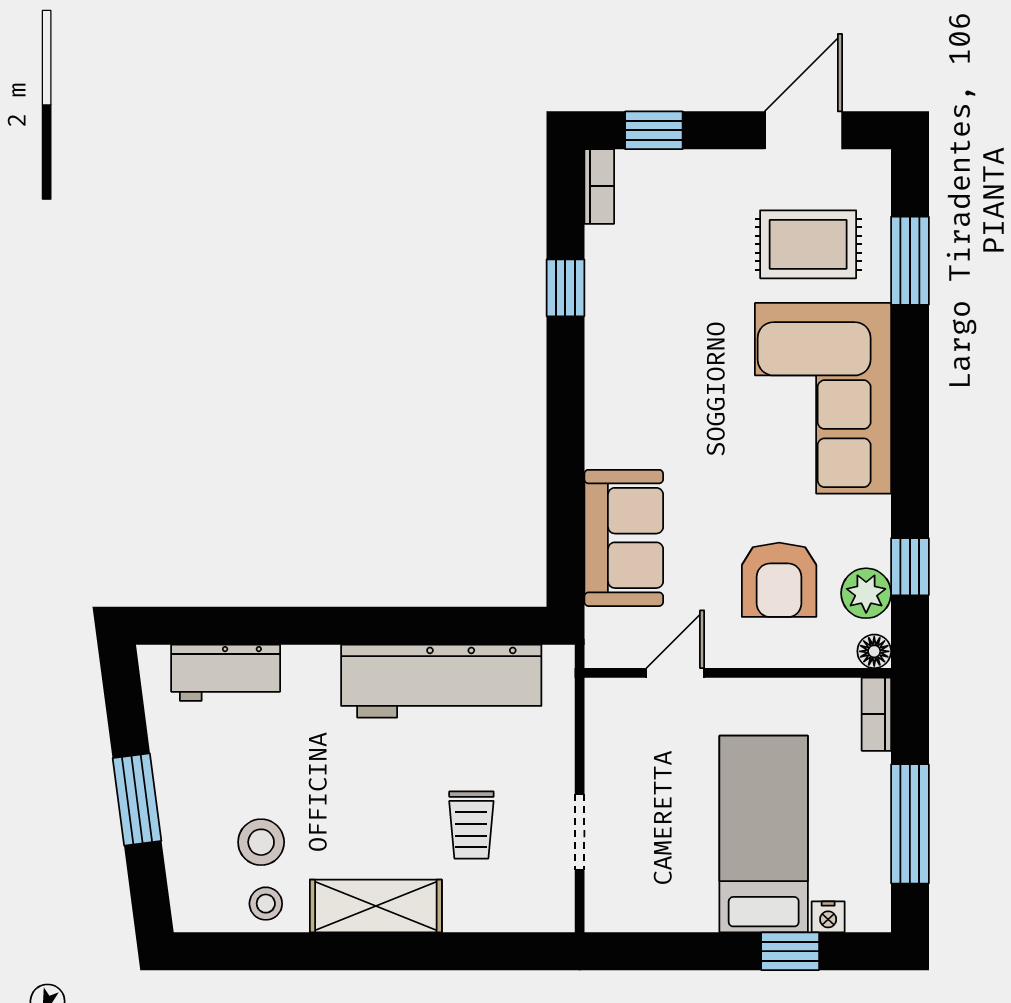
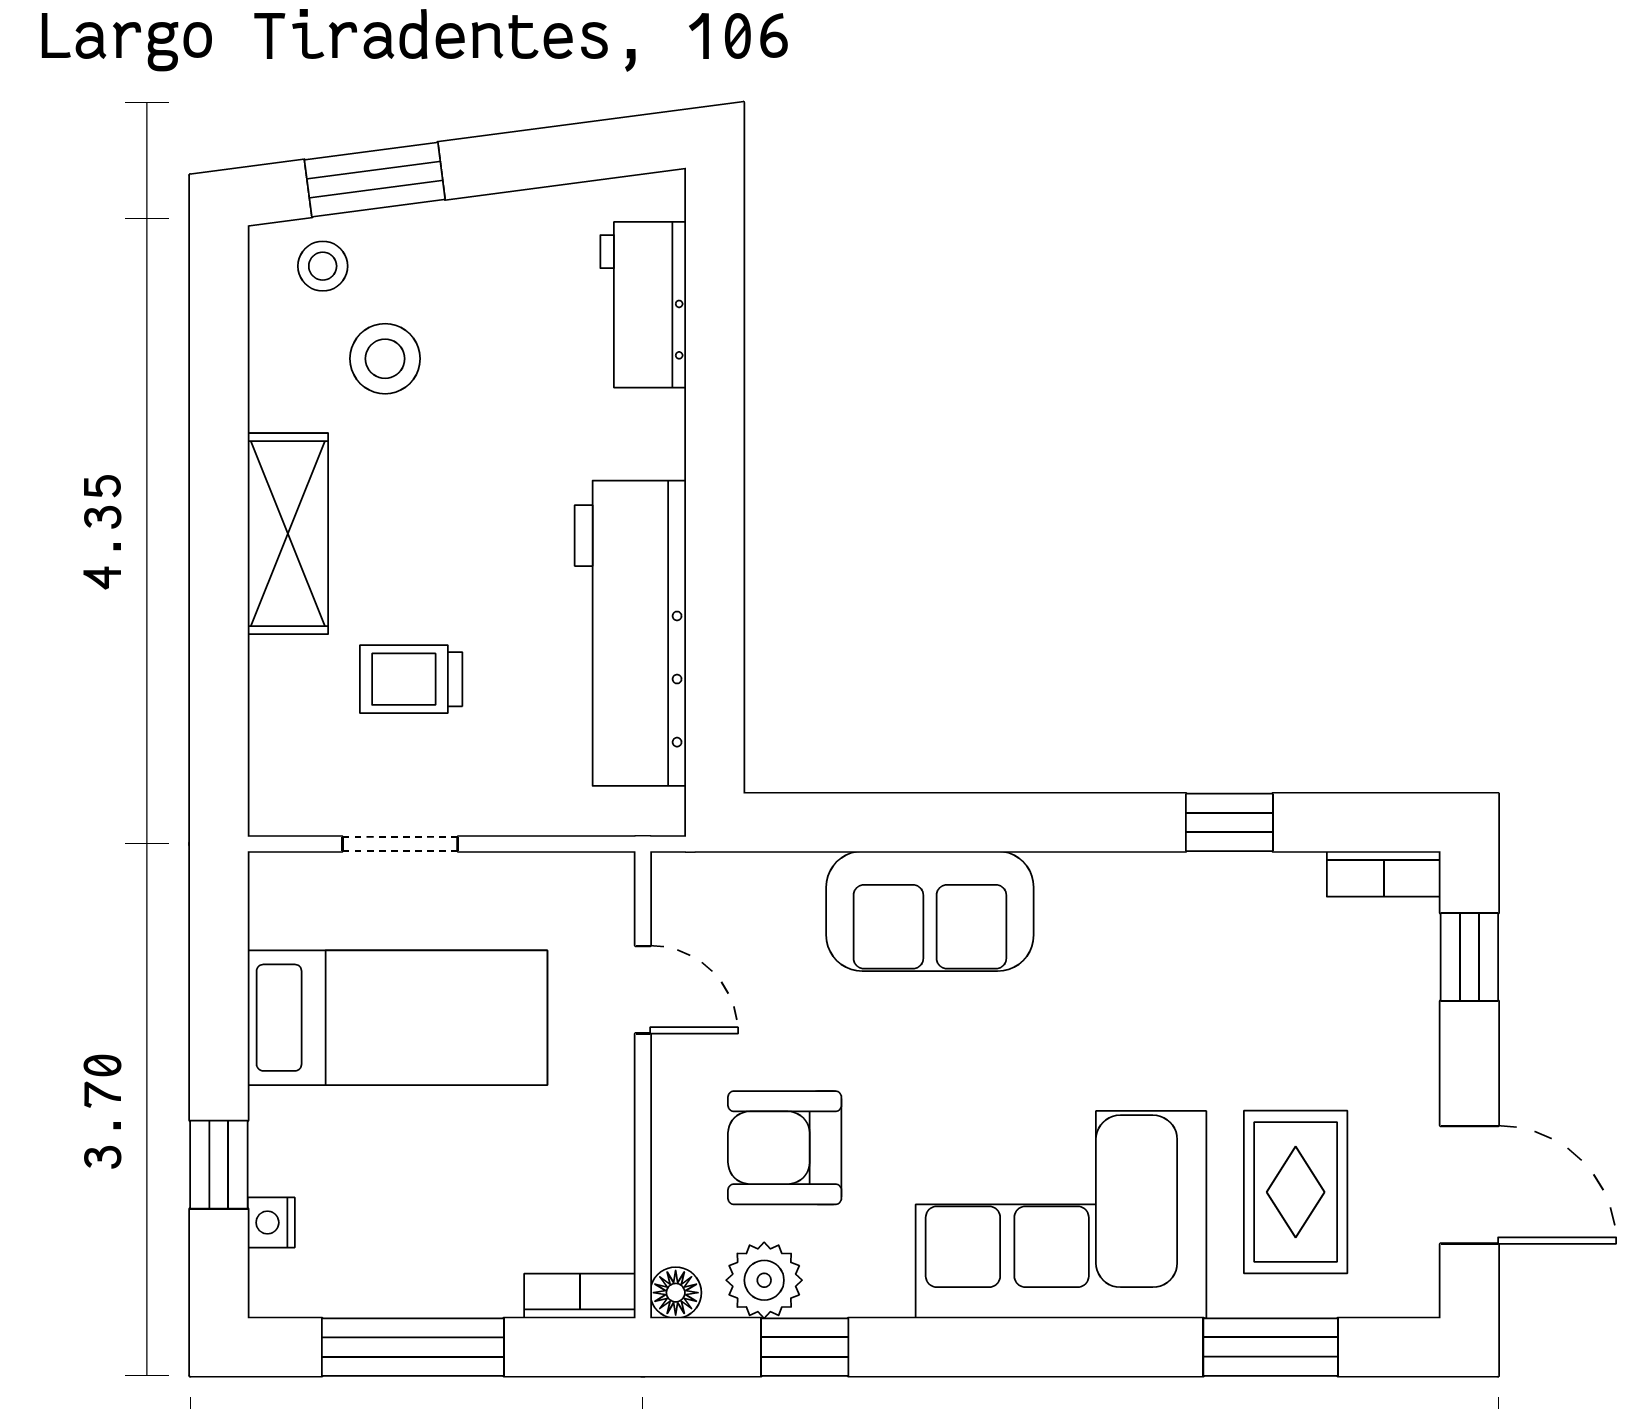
sofa: (624, 538) -> (930, 911), moved
window: (137, 799) -> (375, 180), moved
bed: (764, 834) -> (397, 1018), moved
stool: (266, 904) -> (323, 266), moved

